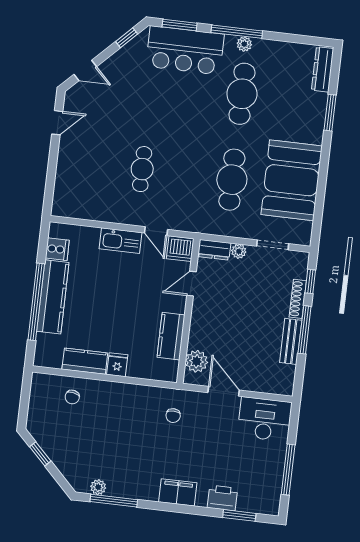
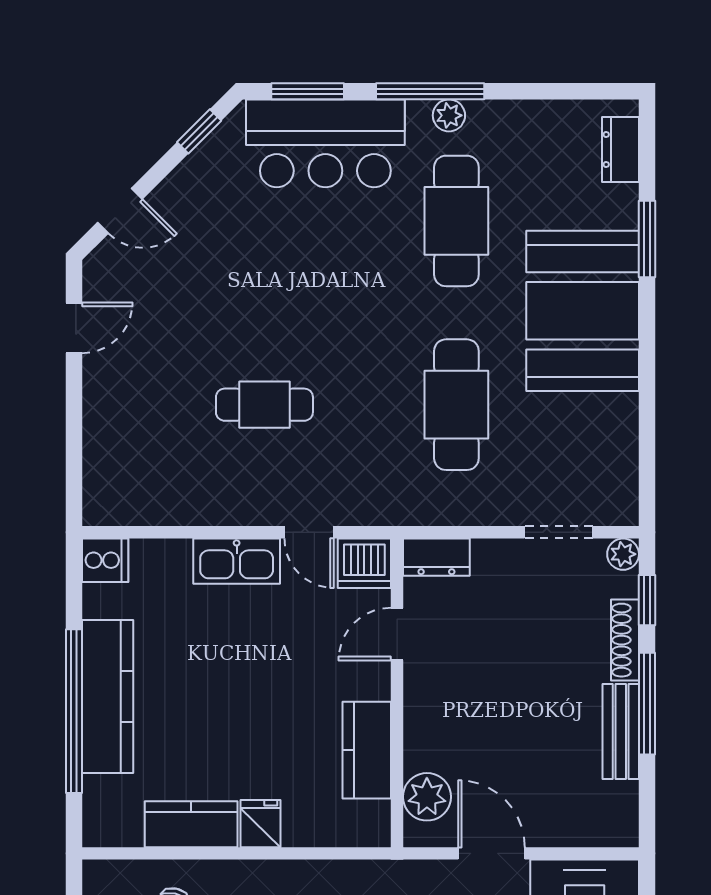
dresser: (323, 69) -> (621, 150), width x0.70
cafe table: (142, 169) -> (264, 405), turned 90
booth: (292, 180) -> (583, 311), moved
cooker: (57, 249) -> (105, 560), moved
plant: (239, 251) -> (623, 554), moved

